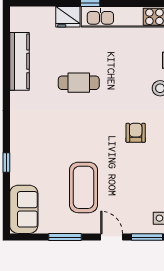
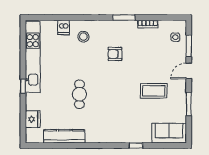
fridge: (68, 17) -> (33, 119), moved
coffee table: (83, 187) -> (154, 91), width x0.73, depth x0.76

